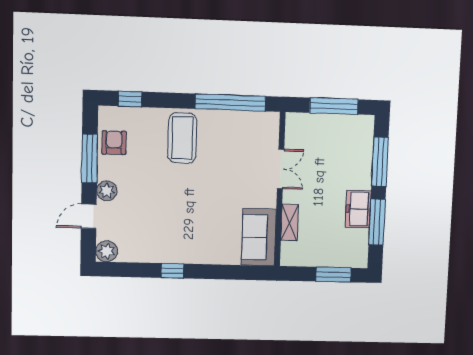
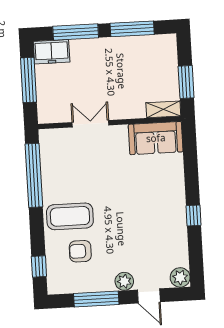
armchair: (114, 143) -> (80, 251), moved
freezer: (358, 209) -> (52, 52), moved
shelving: (290, 223) -> (163, 109), moved
window: (333, 275) -> (186, 82), moved

